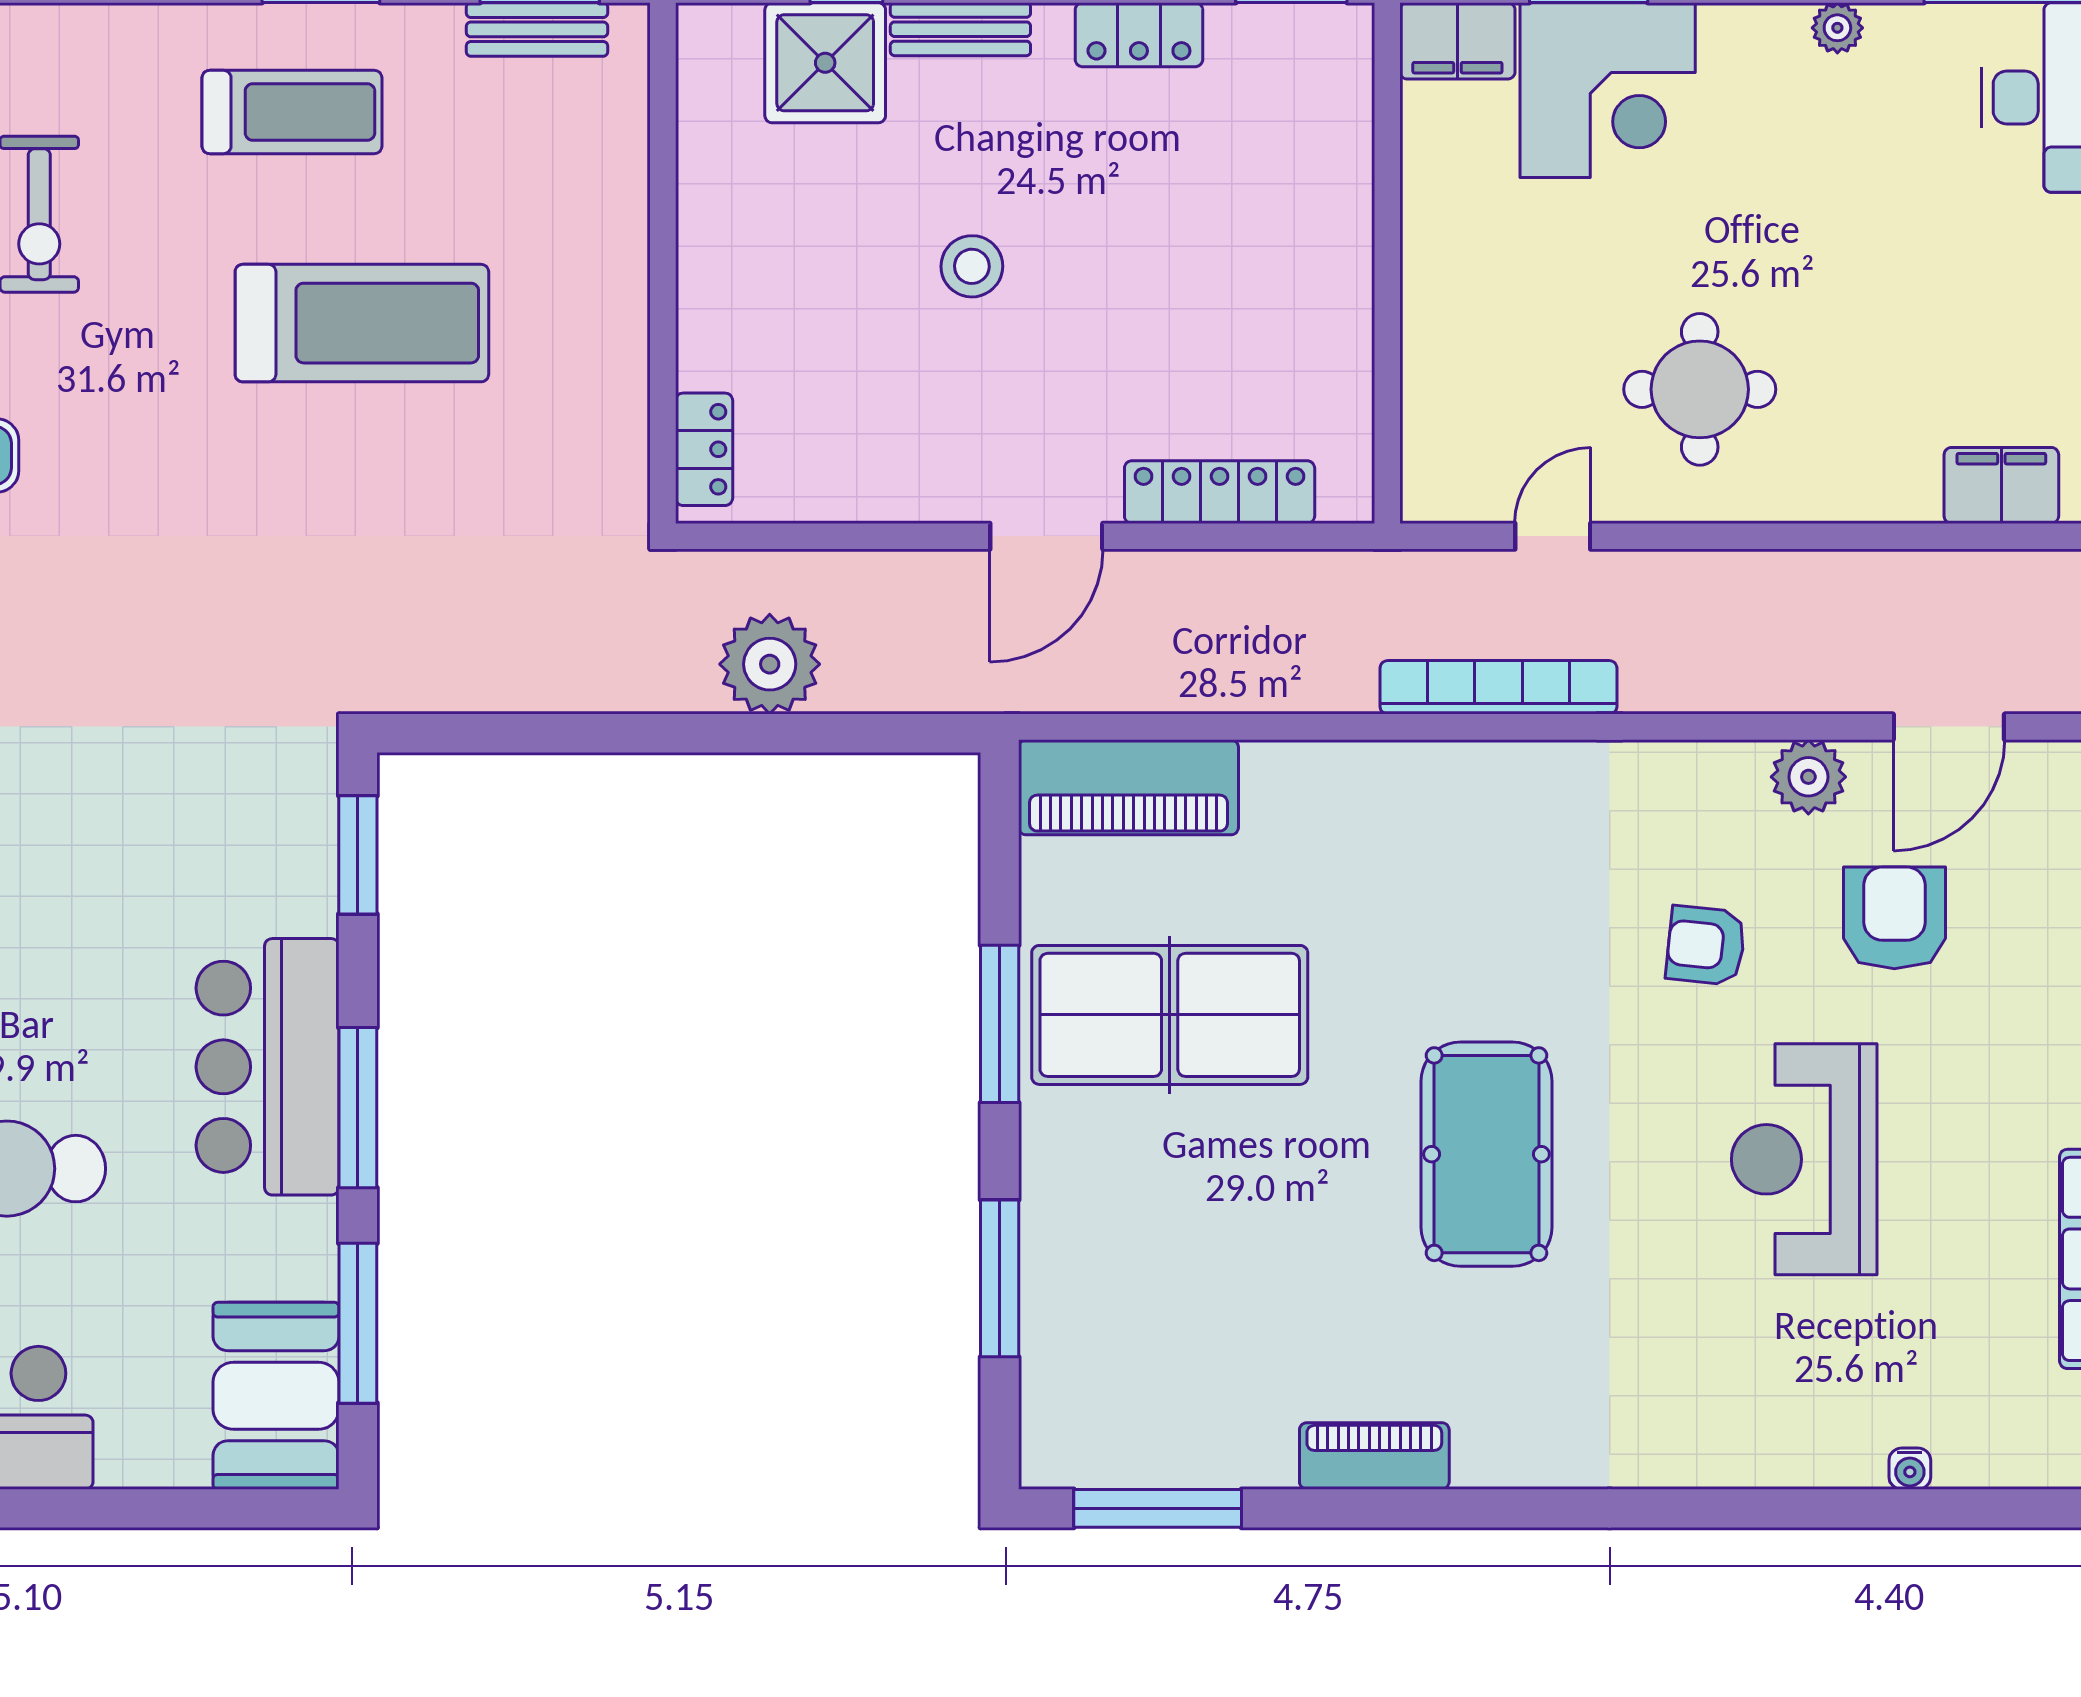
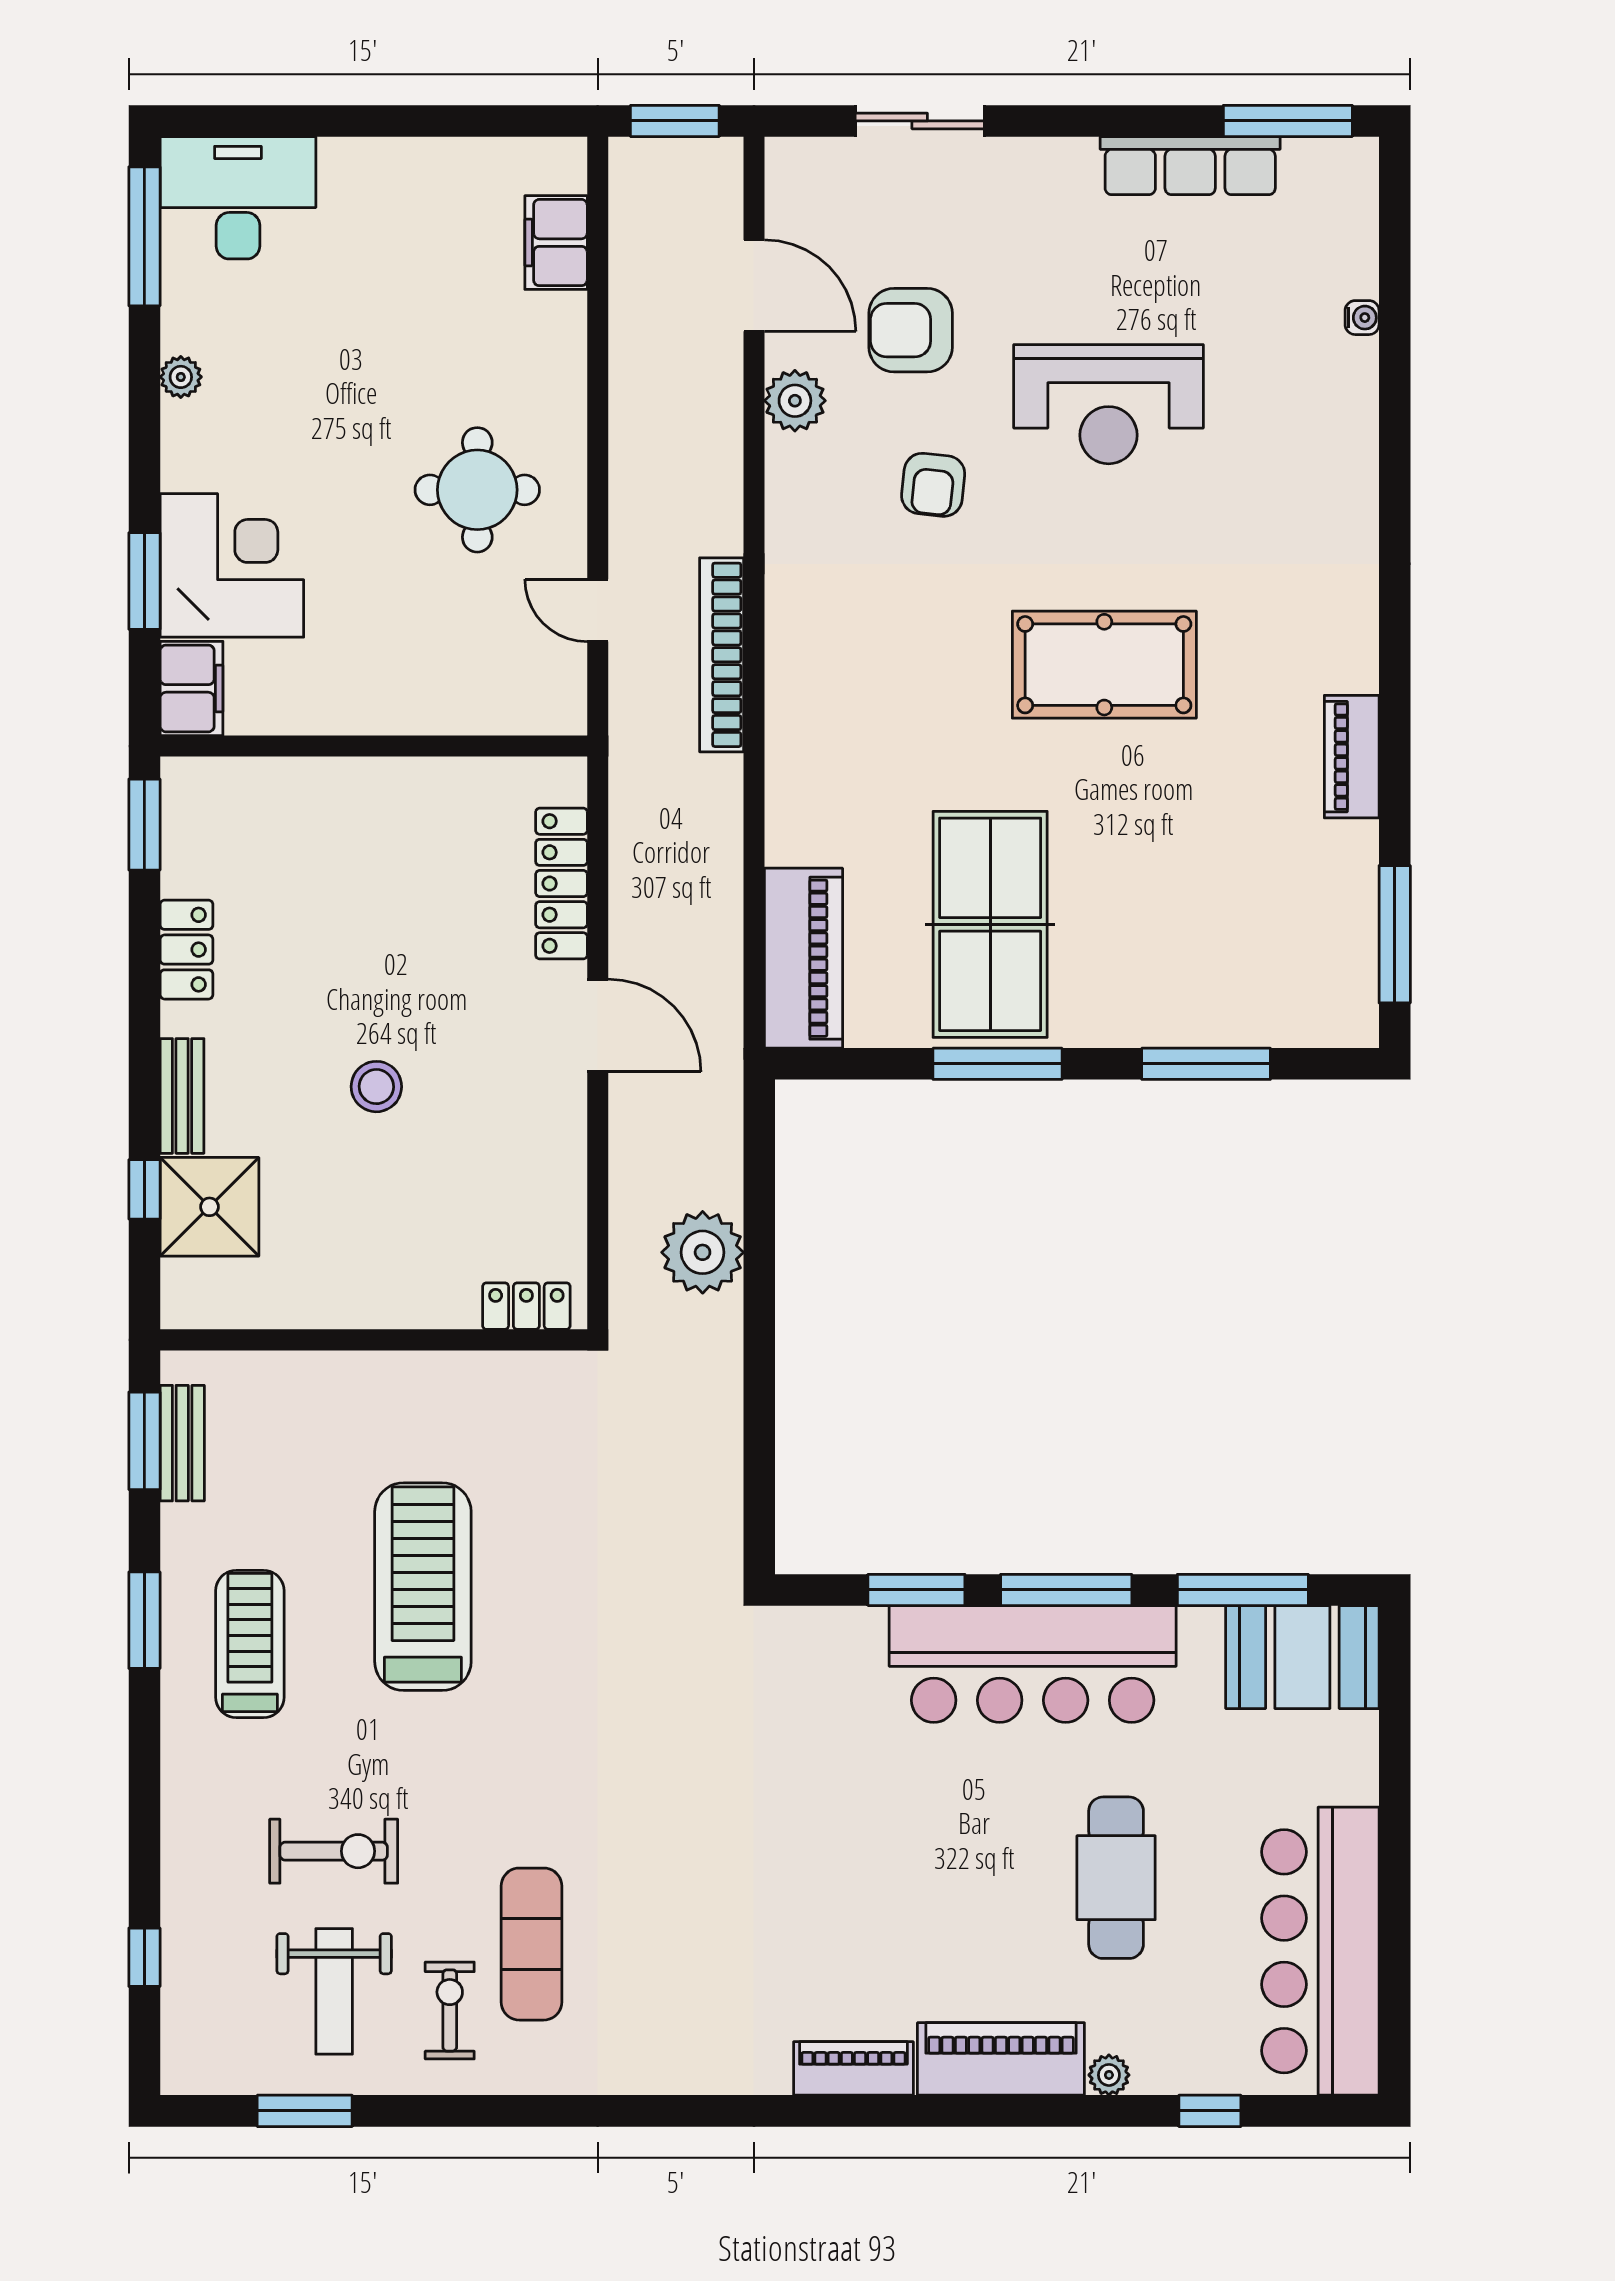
window: (358, 855) -> (916, 1590), moved
bar counter: (268, 1067) -> (1033, 1664), width x1.36

